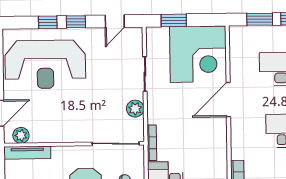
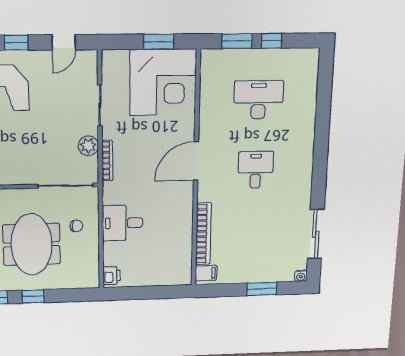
window: (174, 20) -> (159, 42), moved
door: (228, 100) -> (196, 161), moved
bookcase: (152, 143) -> (107, 161), moved

